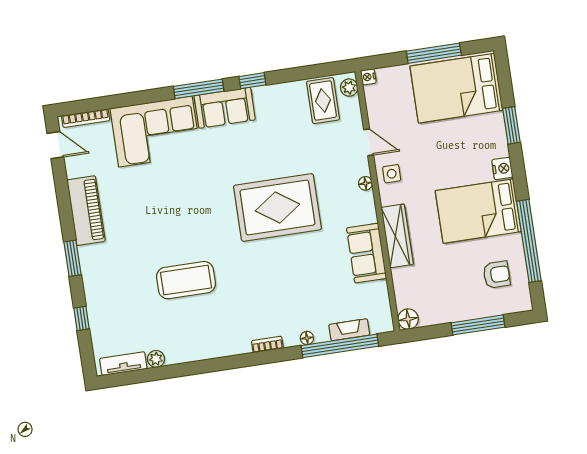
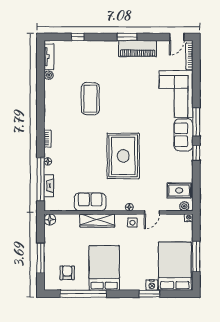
nightstand: (502, 168) -> (152, 285), moved
window: (72, 258) -> (127, 37), moved
armchair: (497, 275) -> (67, 273), turned 180

